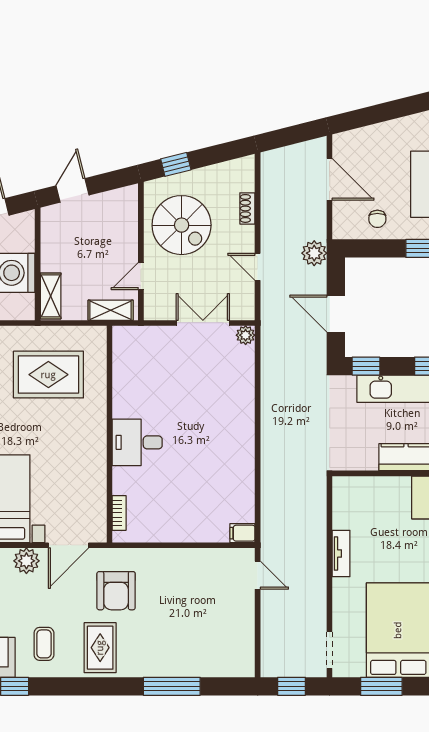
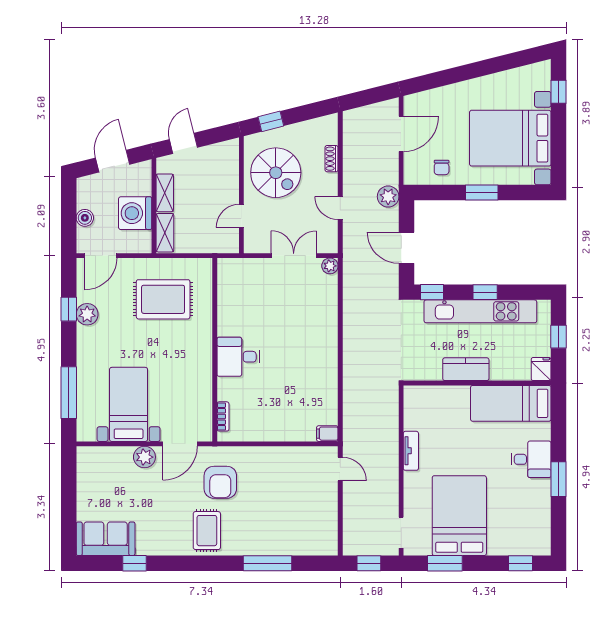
door: (330, 179) -> (401, 134), hinge flipped
shelving: (111, 310) -> (165, 193), moved, turned 90
coffee table: (44, 644) -> (159, 527), removed

